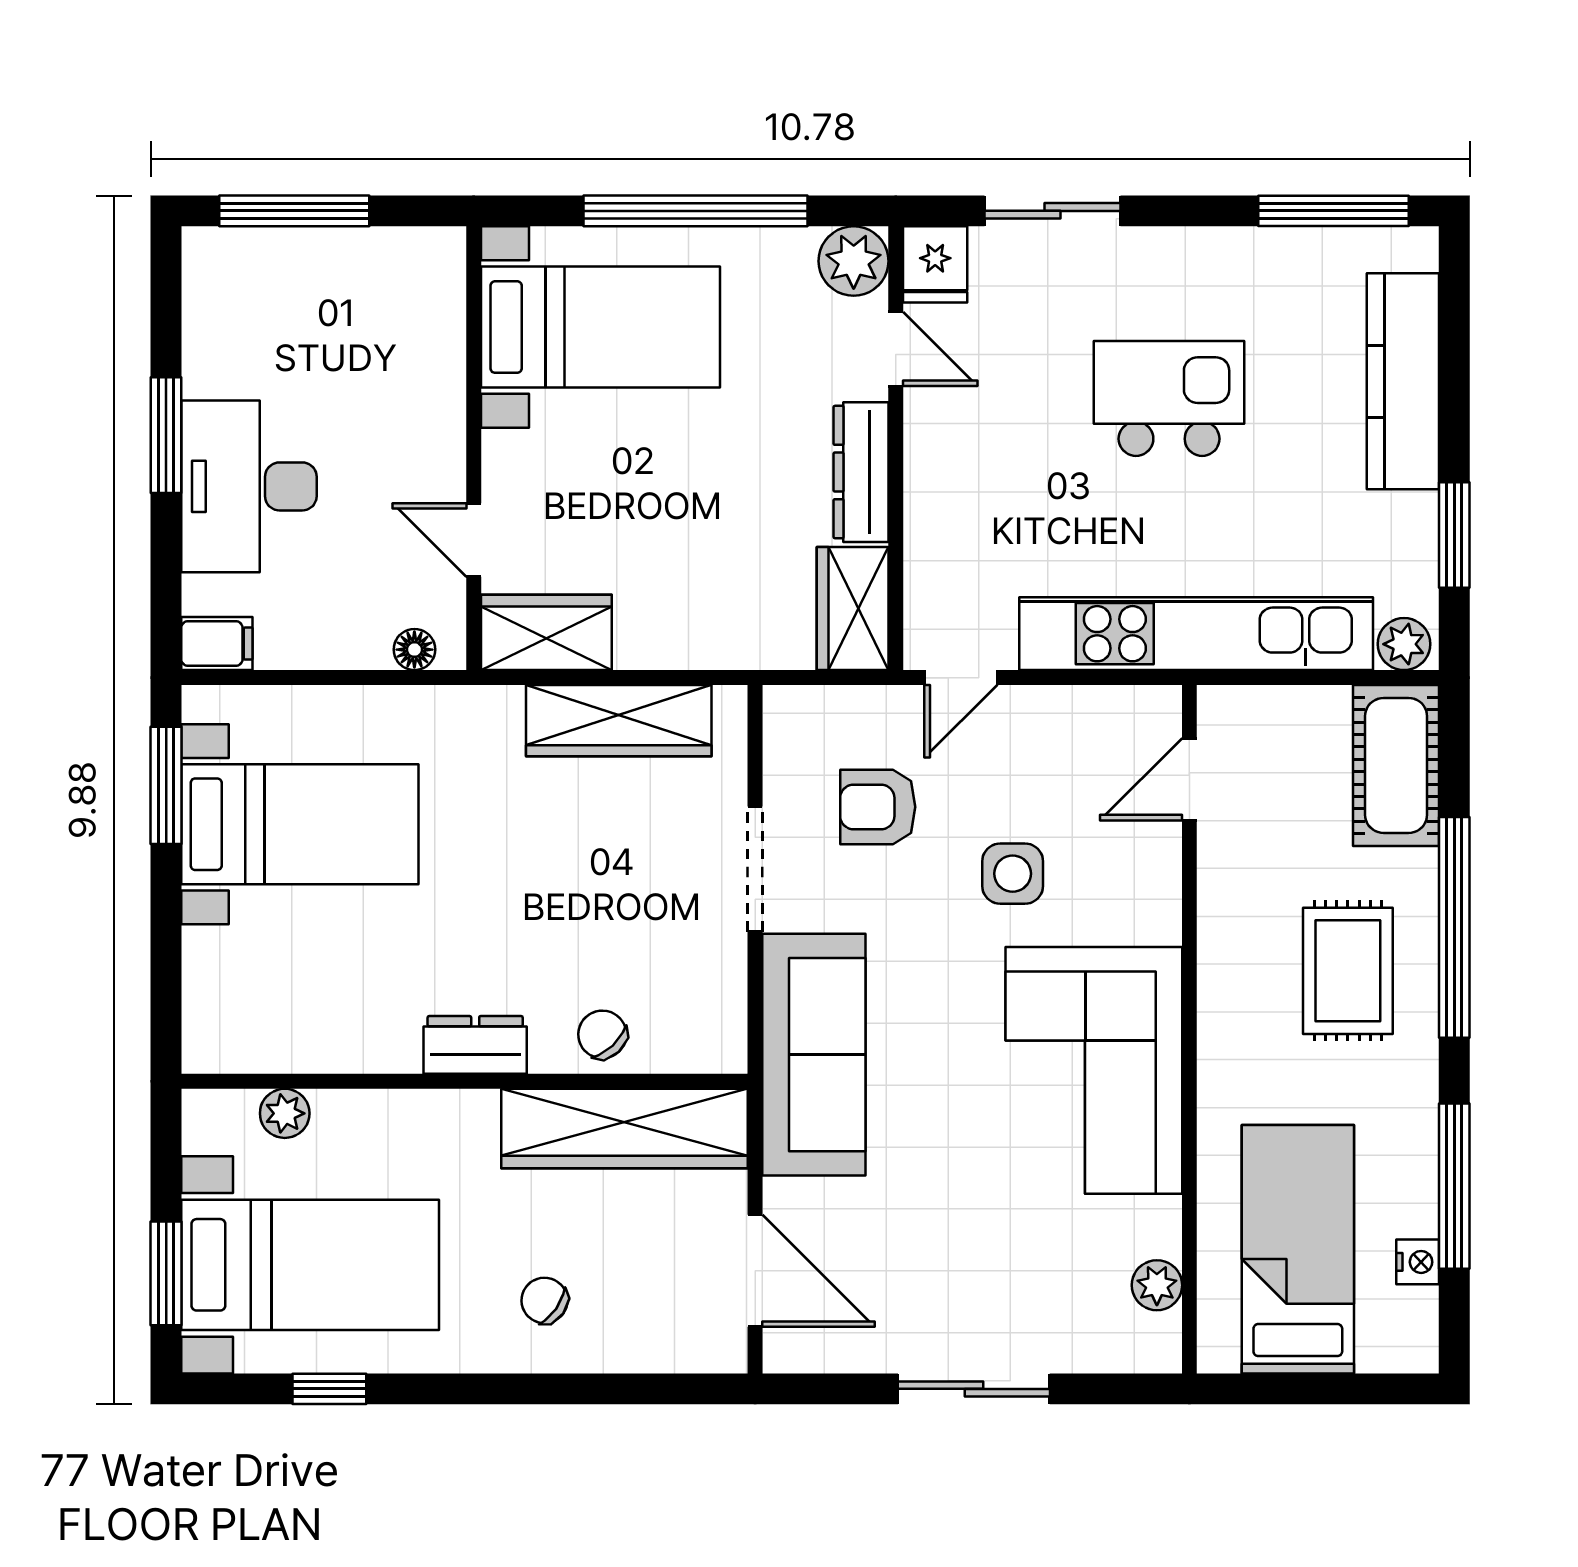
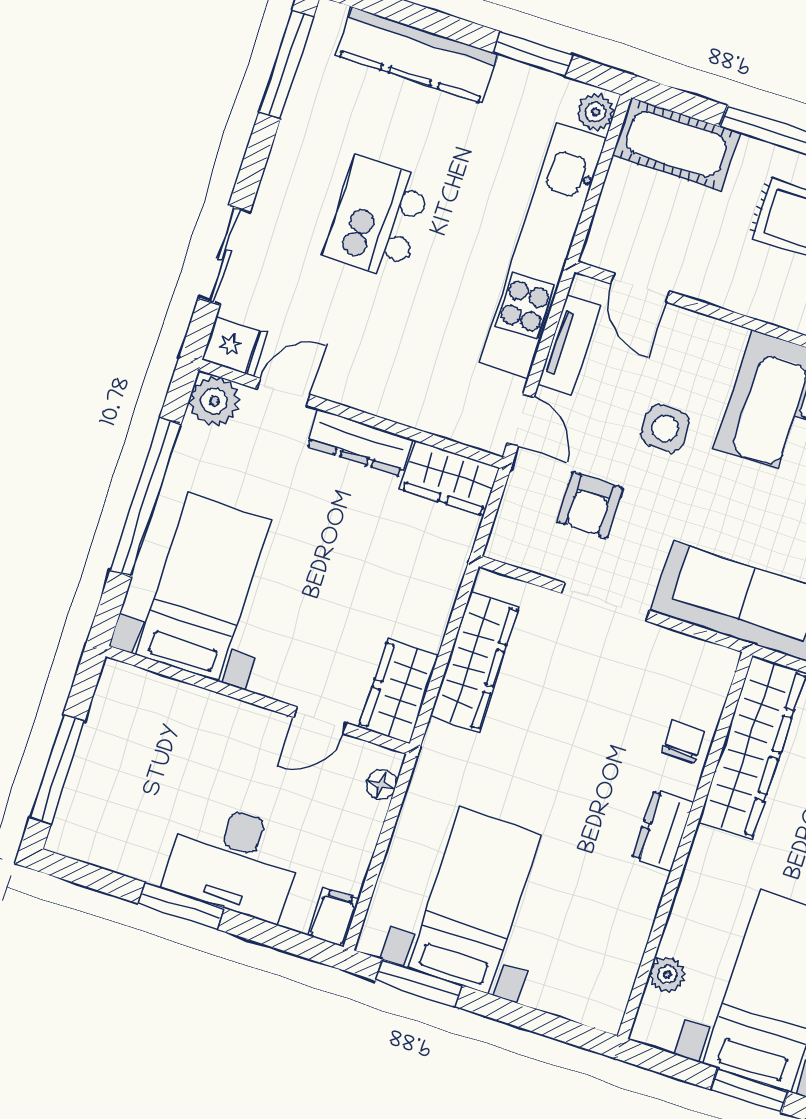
tv unit: (1082, 710) -> (569, 345), added
chair: (602, 1034) -> (684, 742), turned 133

